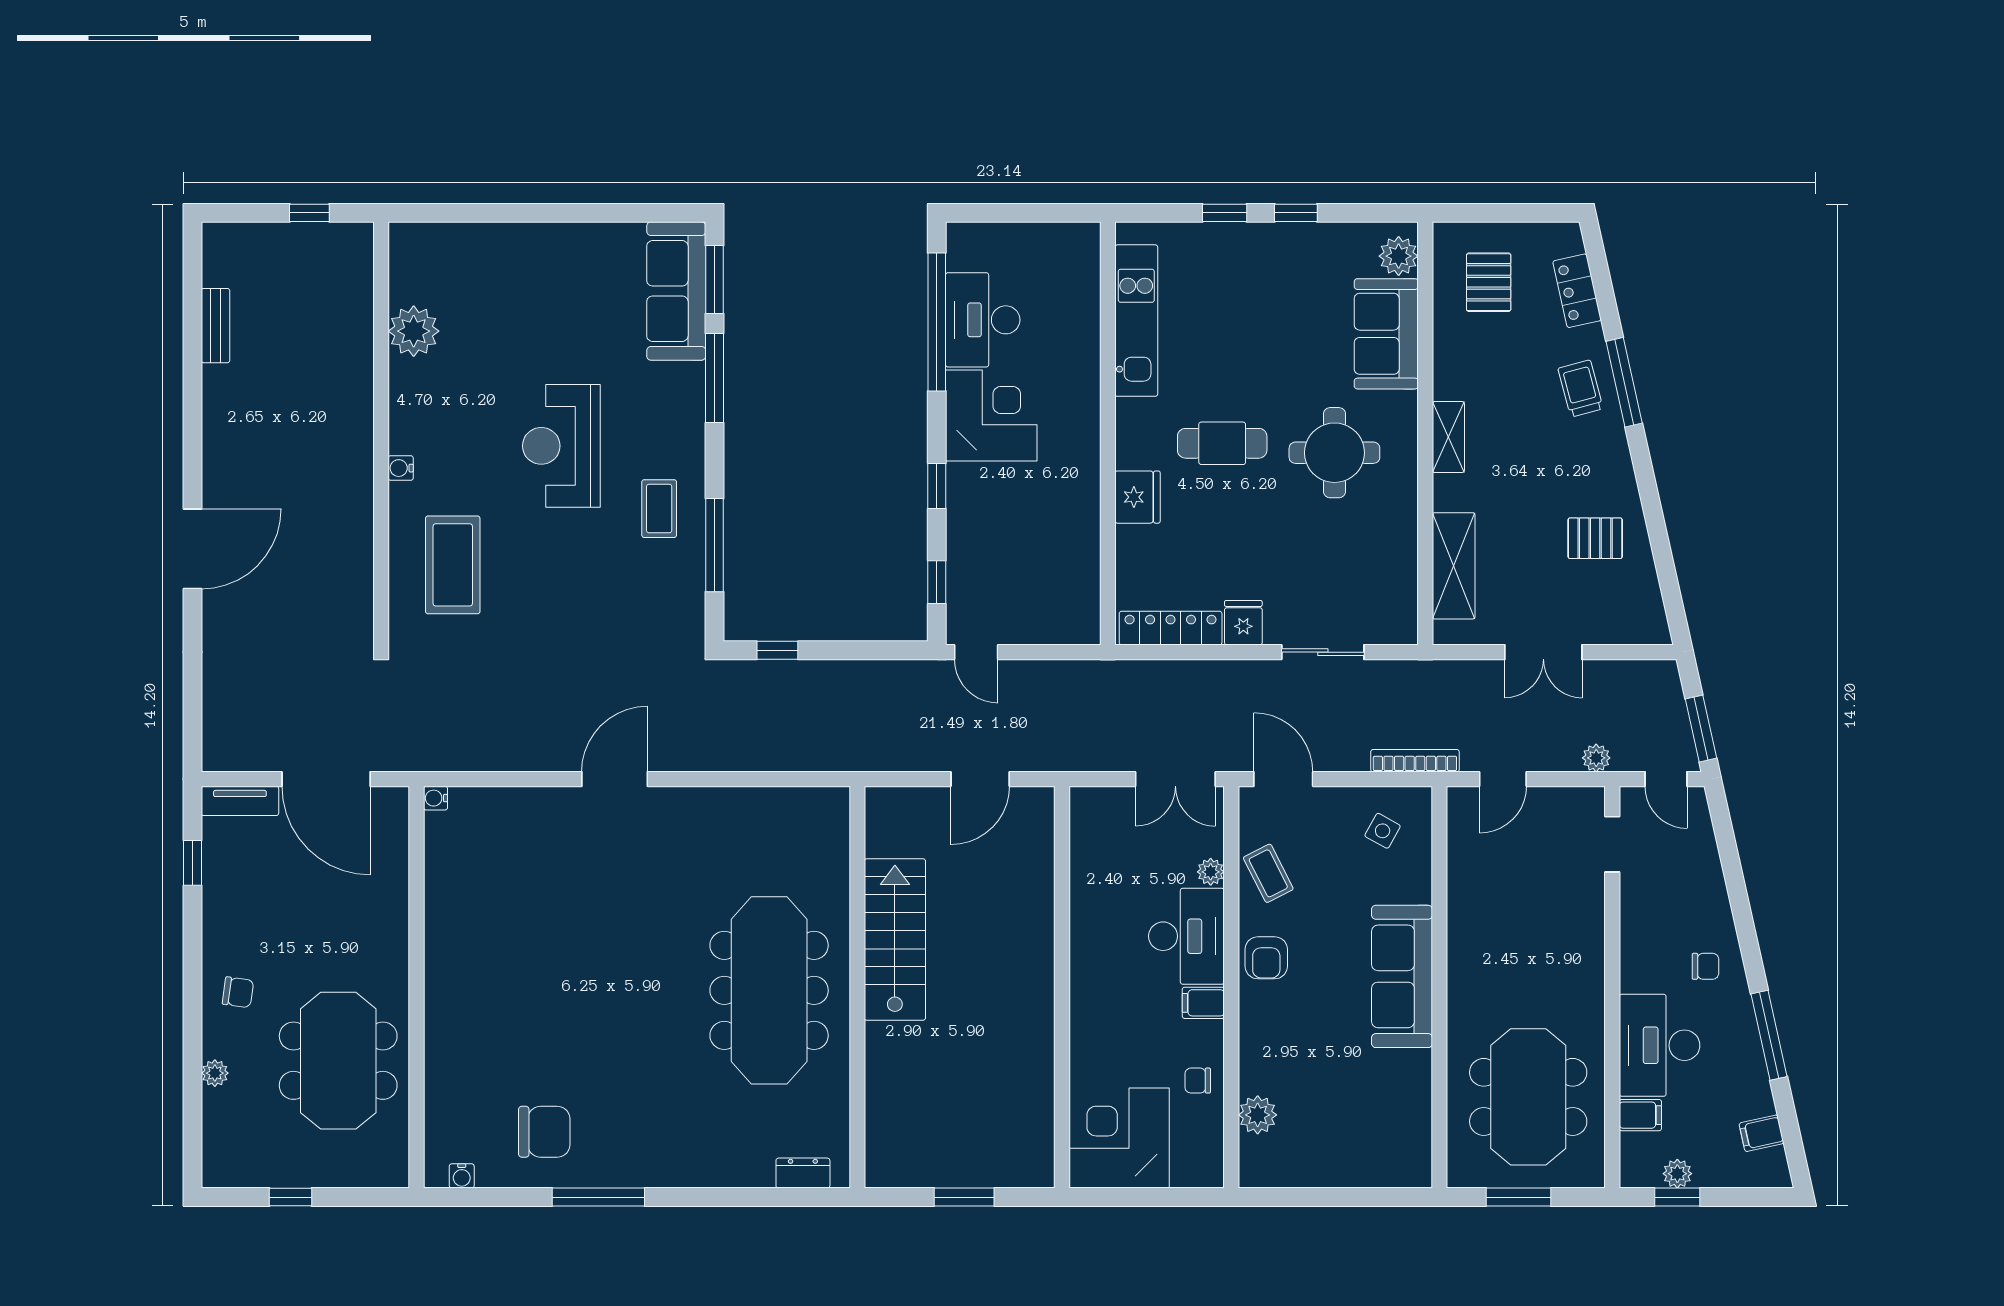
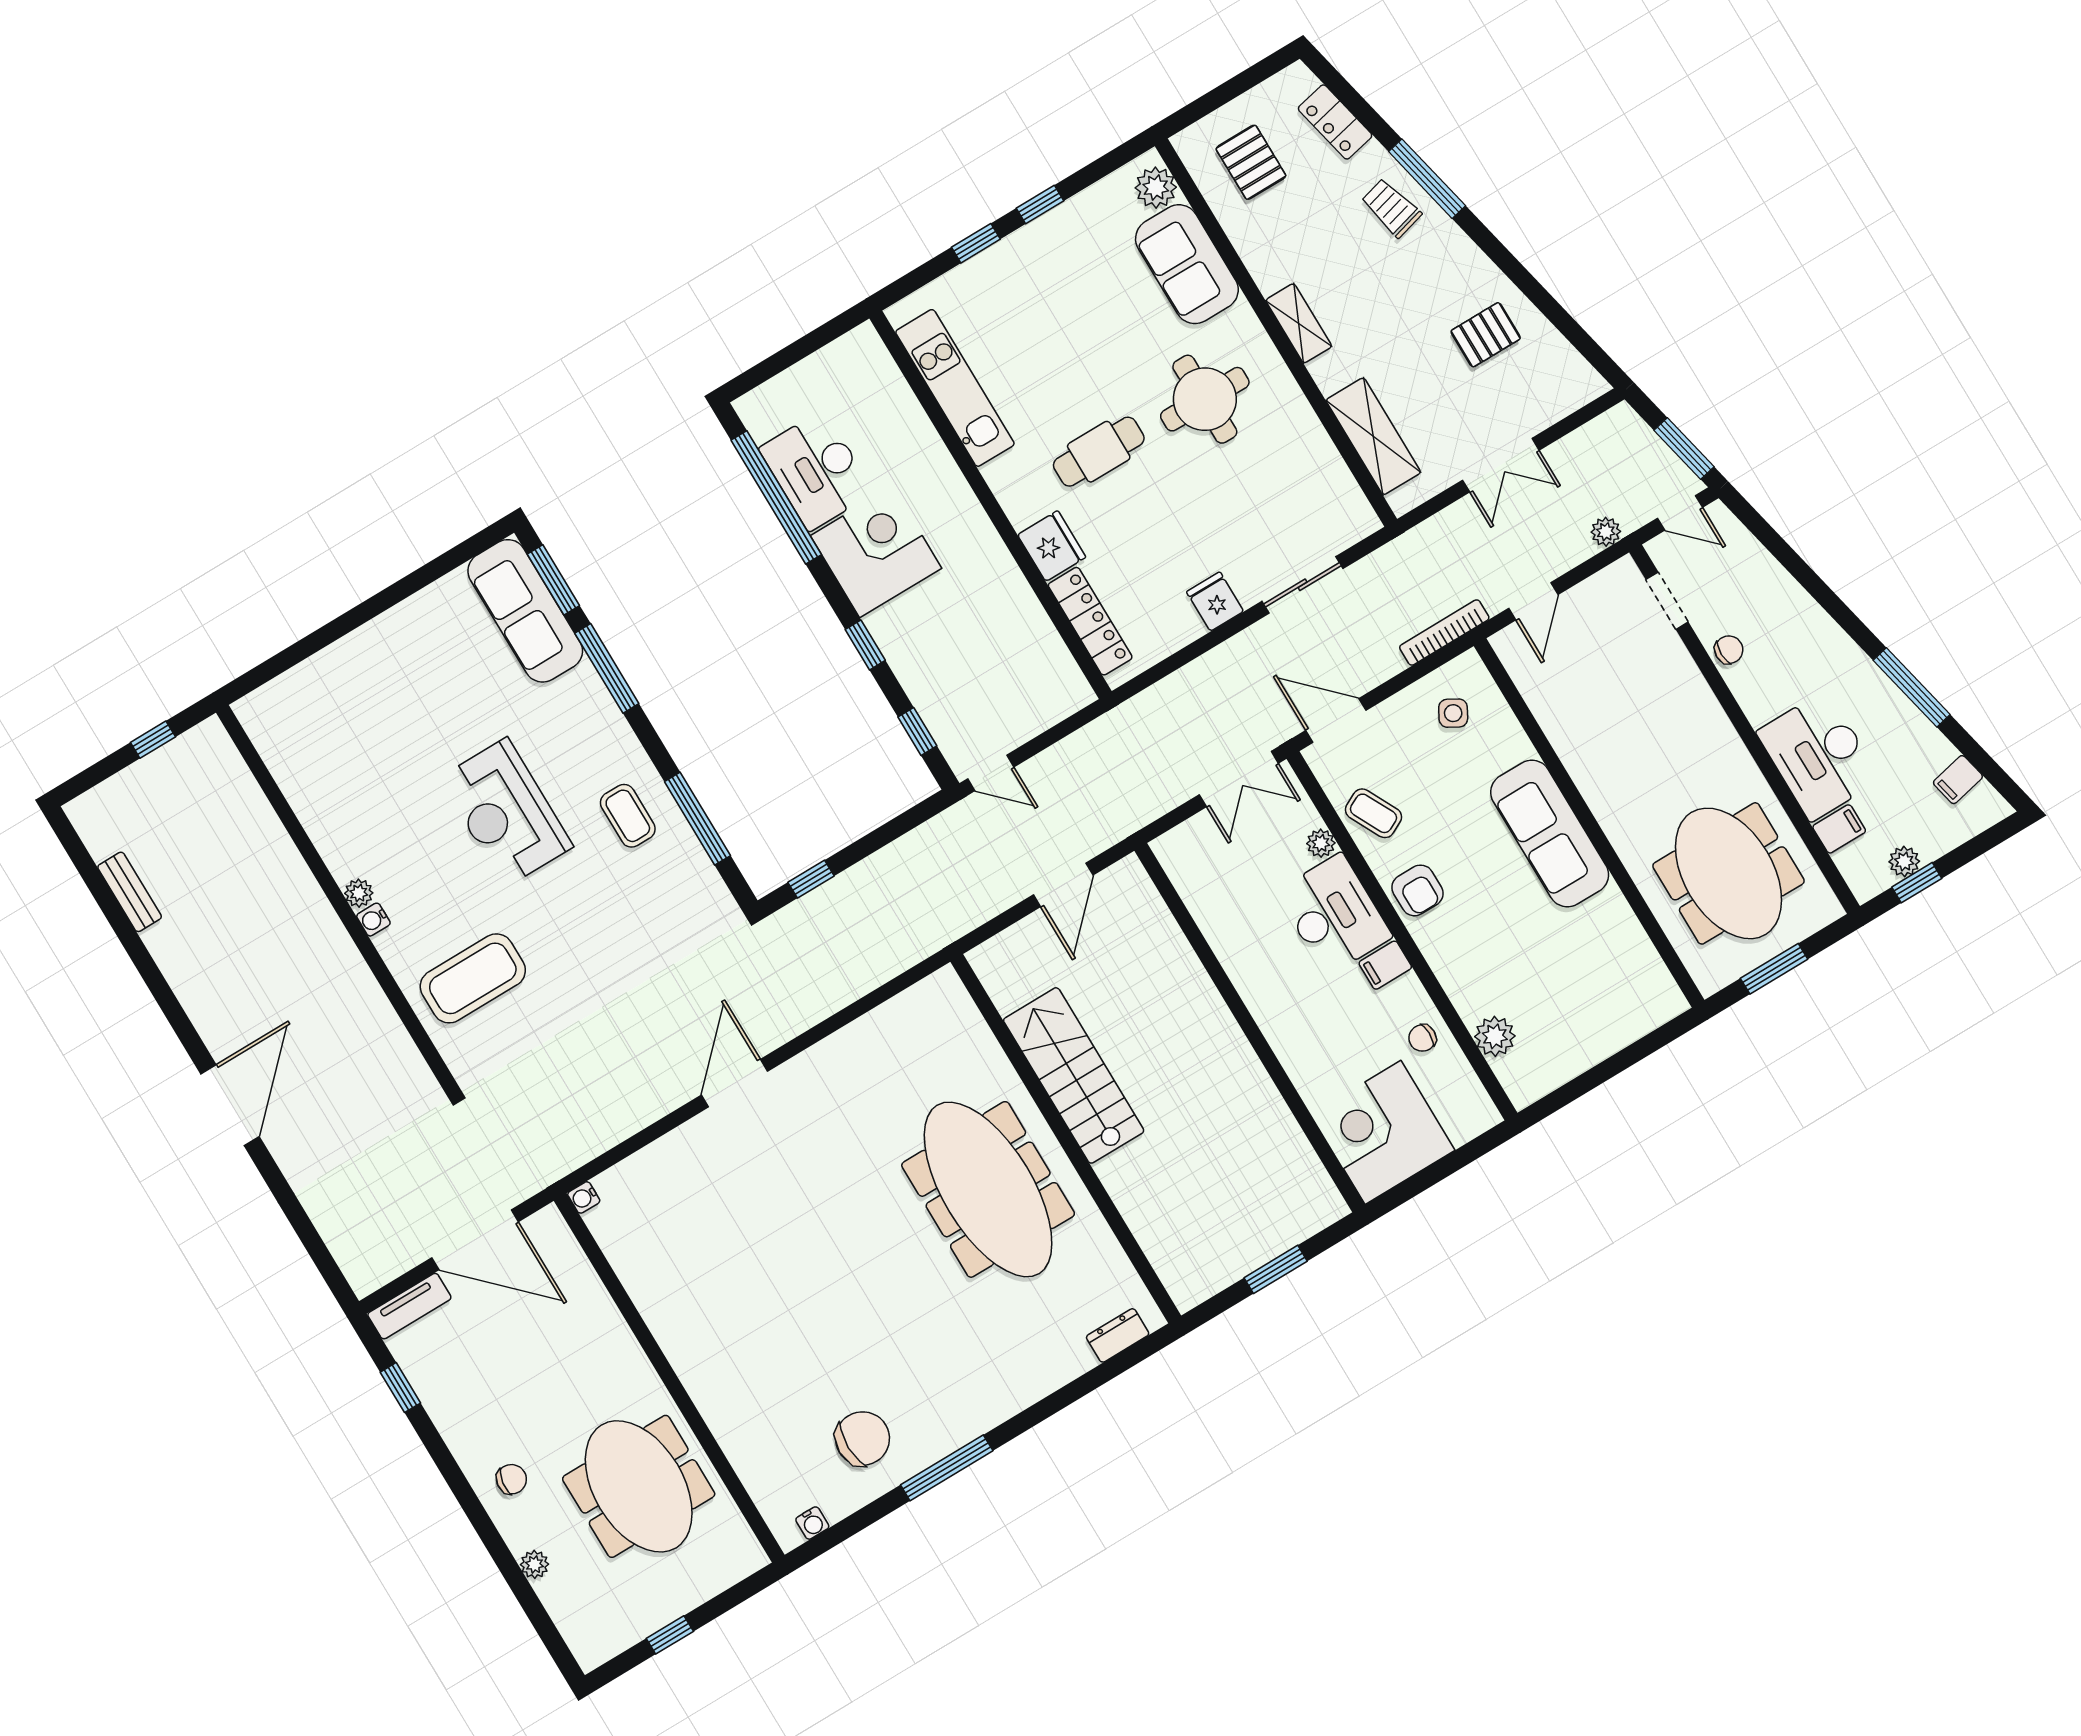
plant: (414, 331) -> (359, 893), moved, width x0.53, depth x0.53
coffee table: (453, 565) -> (473, 978), turned 90
locker: (1171, 628) -> (1090, 621), moved, turned 90
chair: (1705, 966) -> (1729, 650), moved

